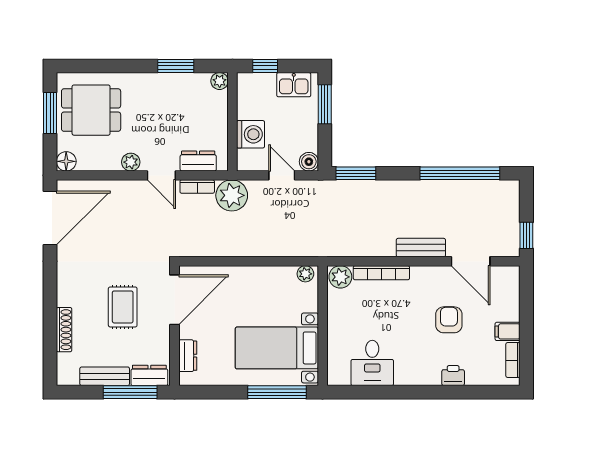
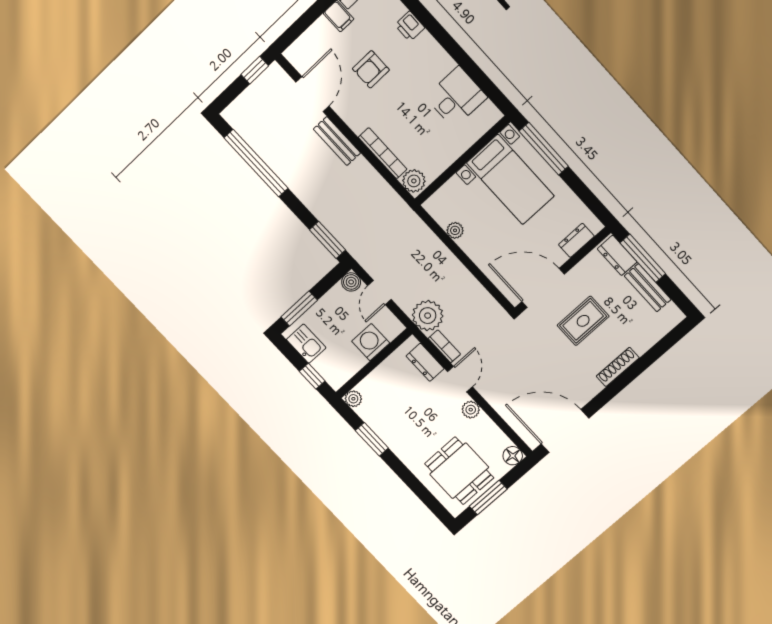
plant: (305, 274) -> (455, 230), moved
shoe rack: (64, 330) -> (618, 367), moved

